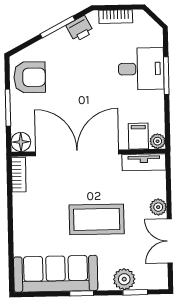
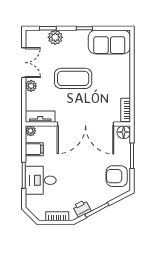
filing cabinet: (138, 136) -> (34, 149), moved, turned -90
sofa: (56, 274) -> (109, 42), width x0.73

